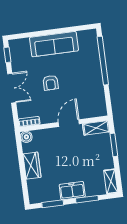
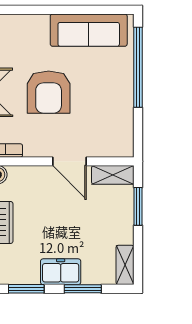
sofa: (54, 44) -> (89, 30), moved
armchair: (51, 83) -> (49, 92), width x1.88, depth x1.88
door: (69, 123) -> (70, 161), swing flipped

